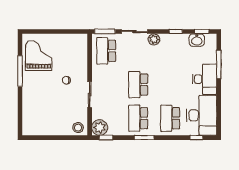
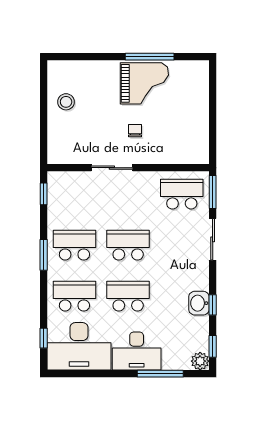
plant: (154, 39) -> (200, 361), moved
washbasin: (197, 40) -> (199, 303), moved
grand piano: (39, 56) -> (144, 83), moved
school desk: (170, 85) -> (128, 296), added
stool: (78, 128) -> (66, 102), moved
plant: (100, 128) -> (60, 184), removed

